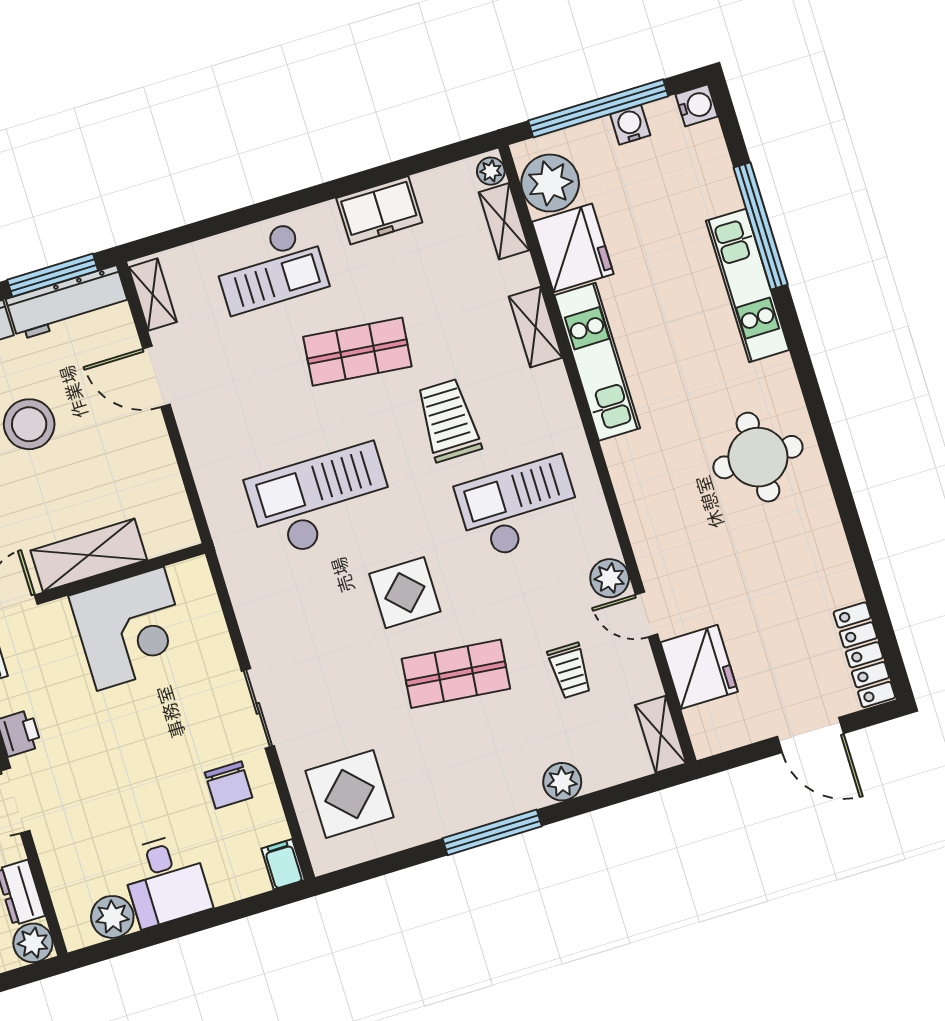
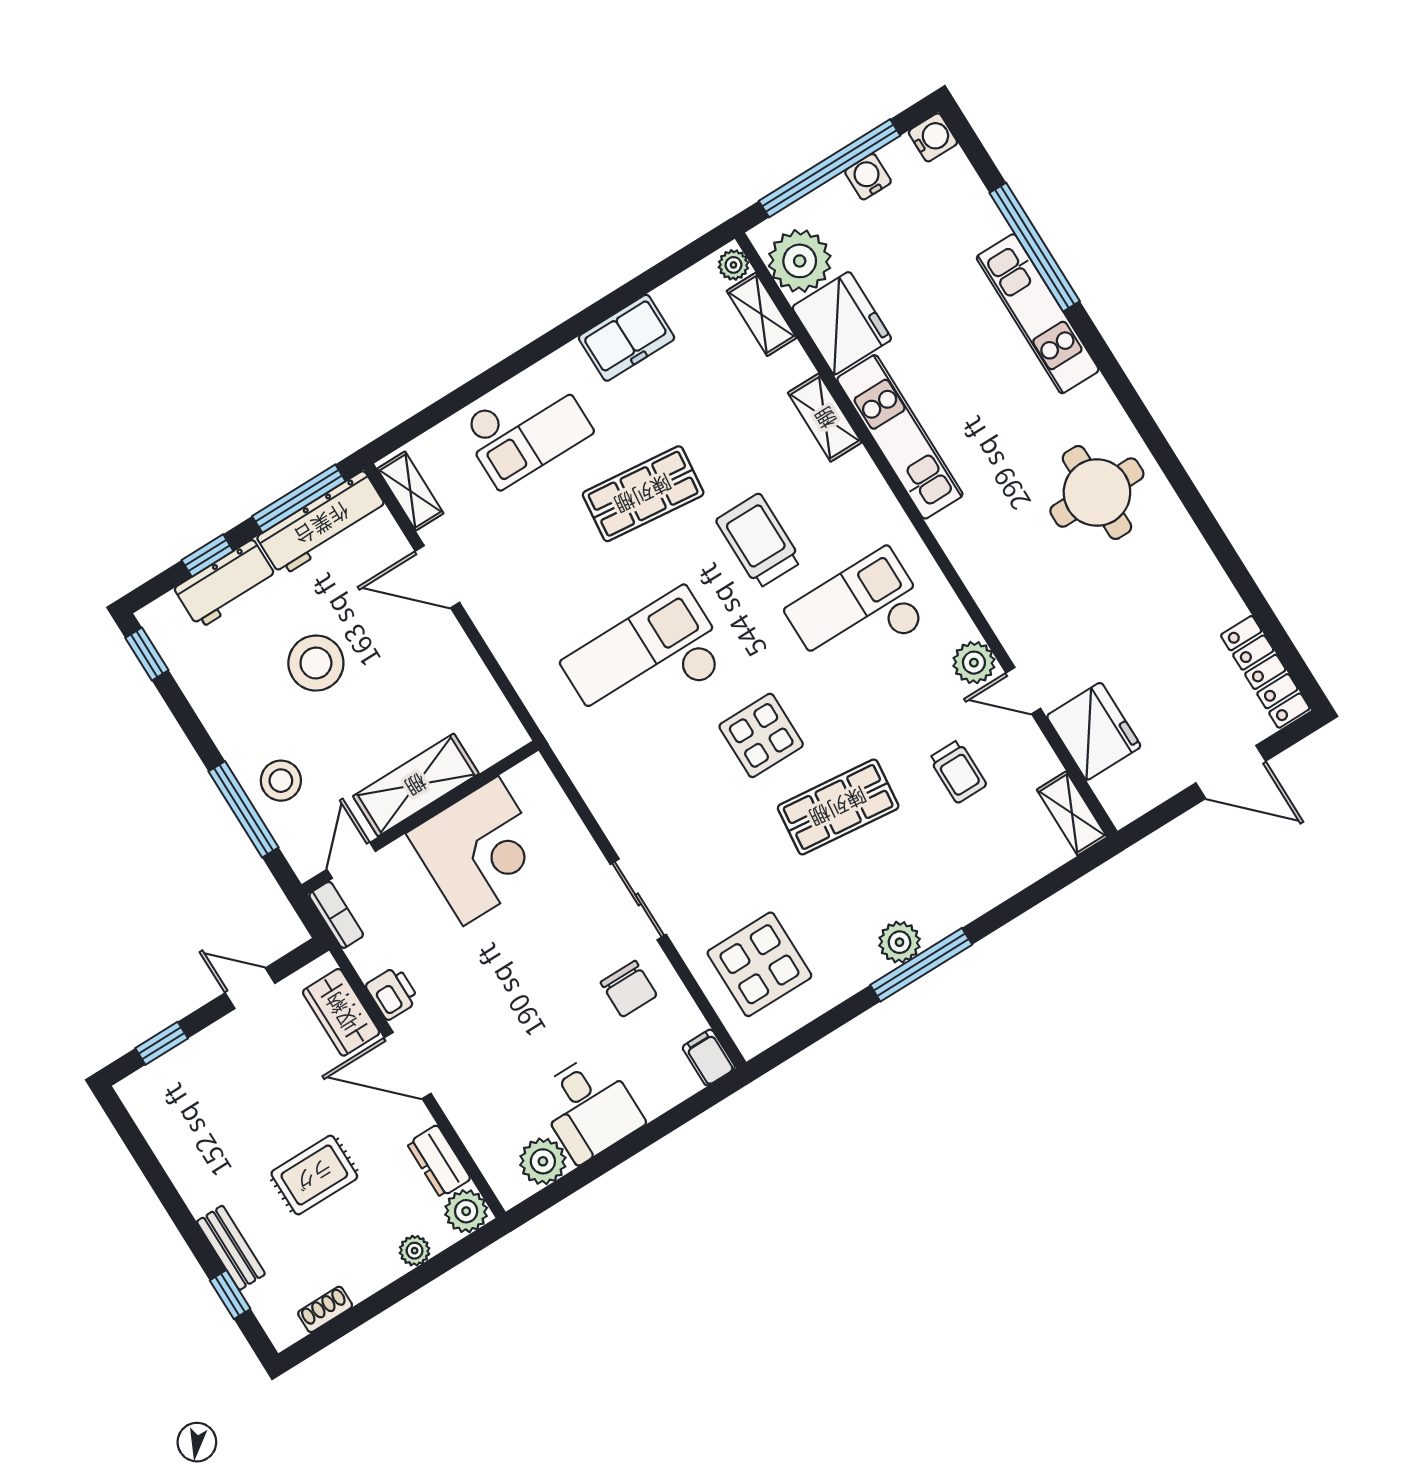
plant: (562, 782) -> (900, 942), moved

